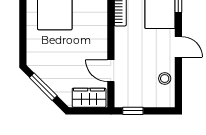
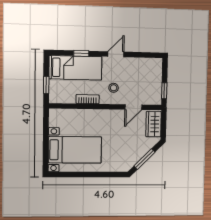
stool: (165, 79) -> (114, 88), moved

